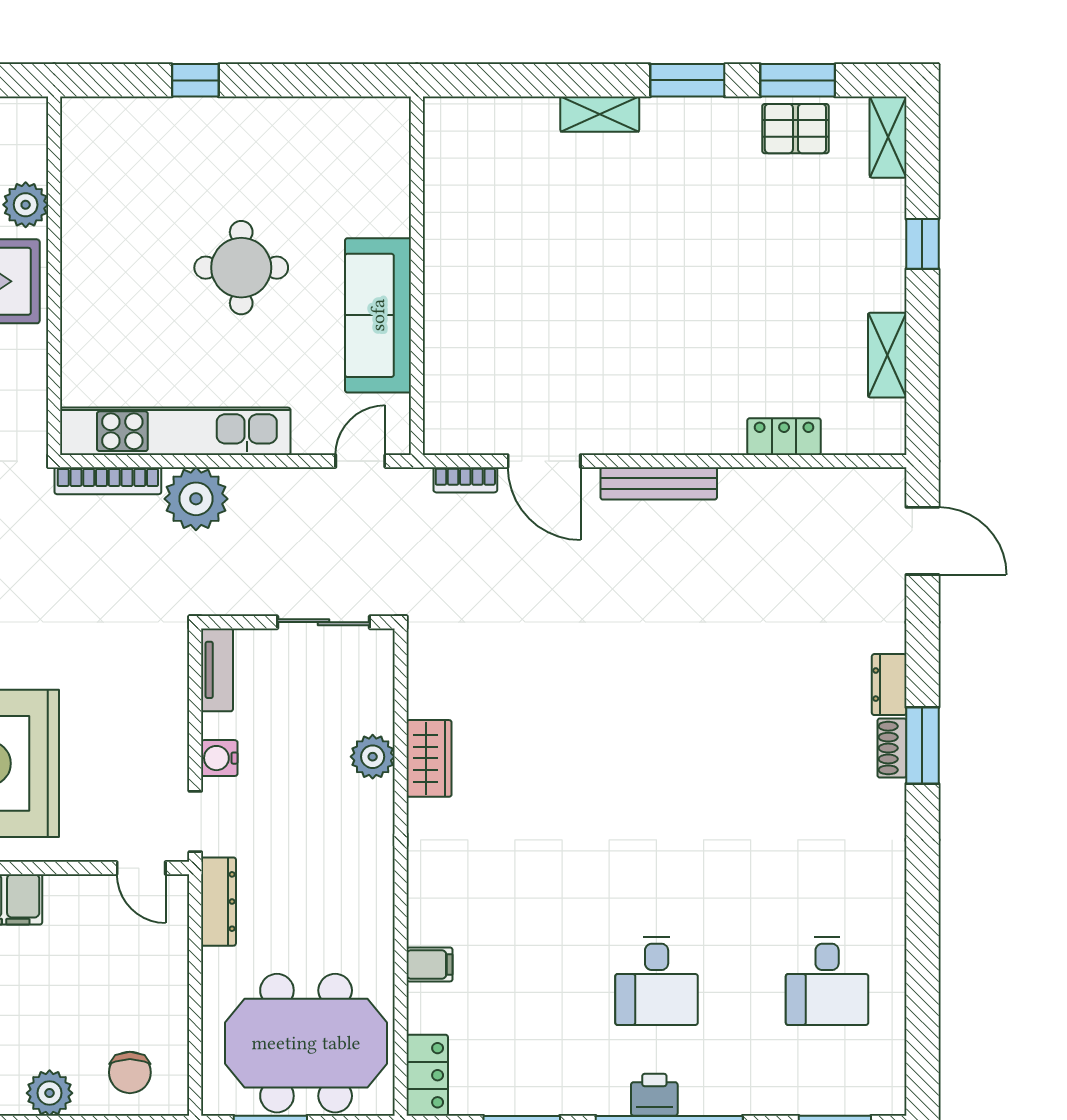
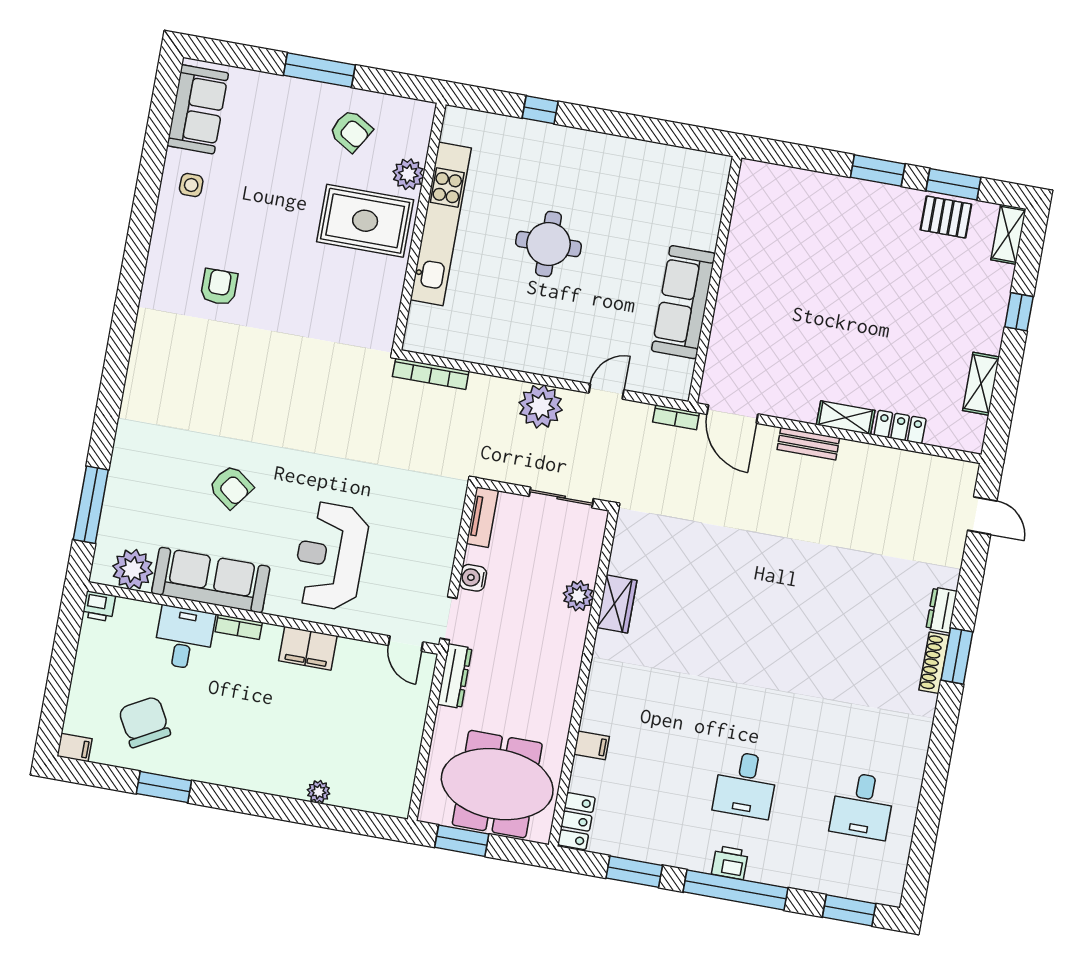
shelving: (600, 114) -> (846, 418), moved
wall: (417, 276) -> (715, 280), moved
sofa: (378, 315) -> (683, 302), moved
kitchen unit: (175, 431) -> (441, 224), moved, turned 90
bench: (659, 483) -> (808, 444), width x0.73
plant: (196, 499) -> (541, 406), moved
door: (922, 541) -> (982, 516), width x0.73
shoe rack: (892, 748) -> (934, 663), width x1.43
chair: (130, 1072) -> (373, 782), removed
plant: (50, 1093) -> (319, 792), width x0.73, depth x0.73

